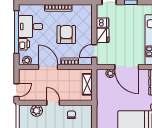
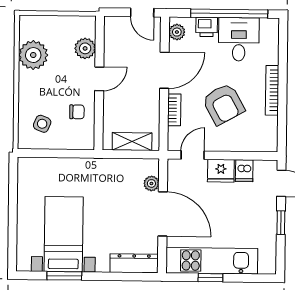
armchair: (66, 35) -> (223, 104), turned 61
door: (94, 51) -> (193, 155), hinge flipped
door: (127, 67) -> (163, 214), swing flipped
door: (17, 90) -> (142, 12), moved

